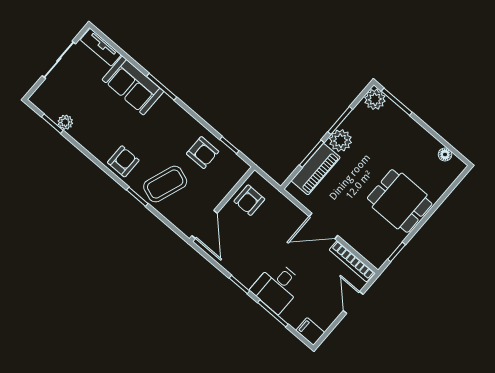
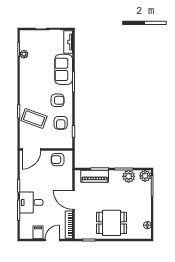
plant: (340, 141) -> (129, 176), moved
armchair: (123, 161) -> (58, 100), moved
dining table: (400, 201) -> (112, 223), turned 90
filing cabinet: (310, 331) -> (38, 232), moved

